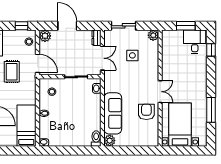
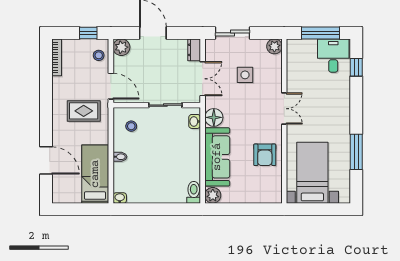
window: (186, 26) -> (321, 33), width x1.44
rug: (12, 72) -> (84, 111), moved, turned 90
floor lamp: (110, 86) -> (214, 117), added
double door: (160, 92) -> (284, 109), moved
armchair: (146, 112) -> (265, 155), turned 180

